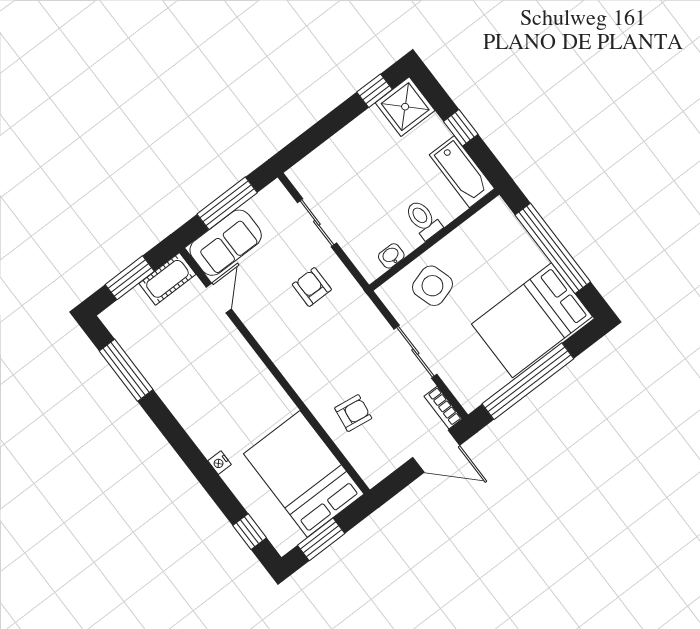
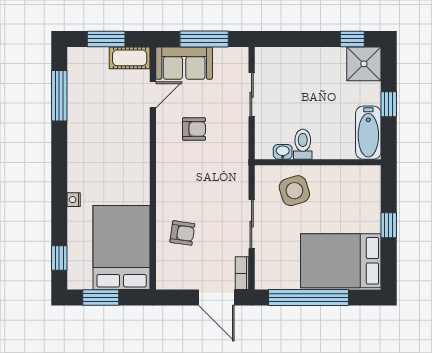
toilet: (423, 220) -> (303, 144), moved
window: (553, 248) -> (389, 225), width x0.32
armchair: (312, 287) -> (194, 129), moved, turned 90

